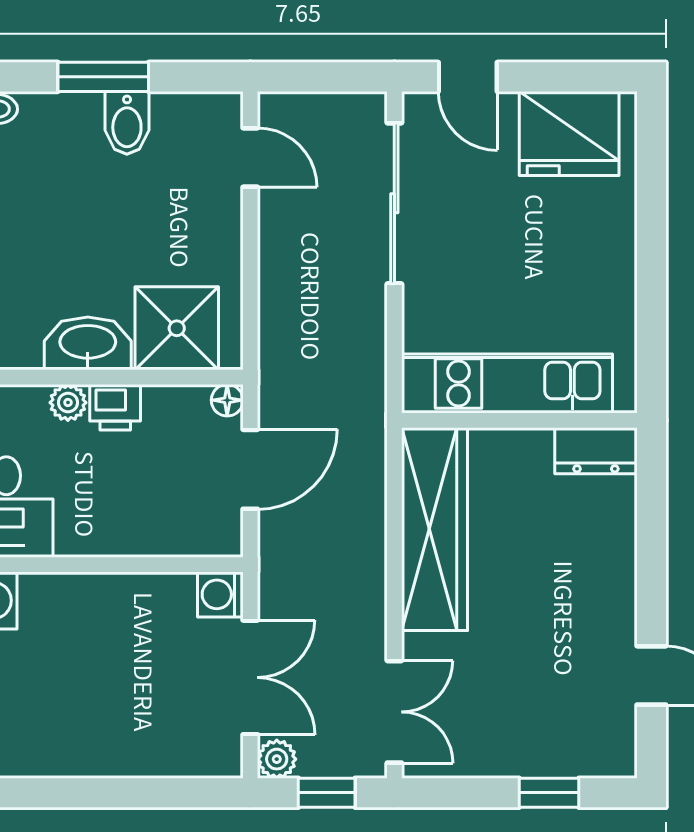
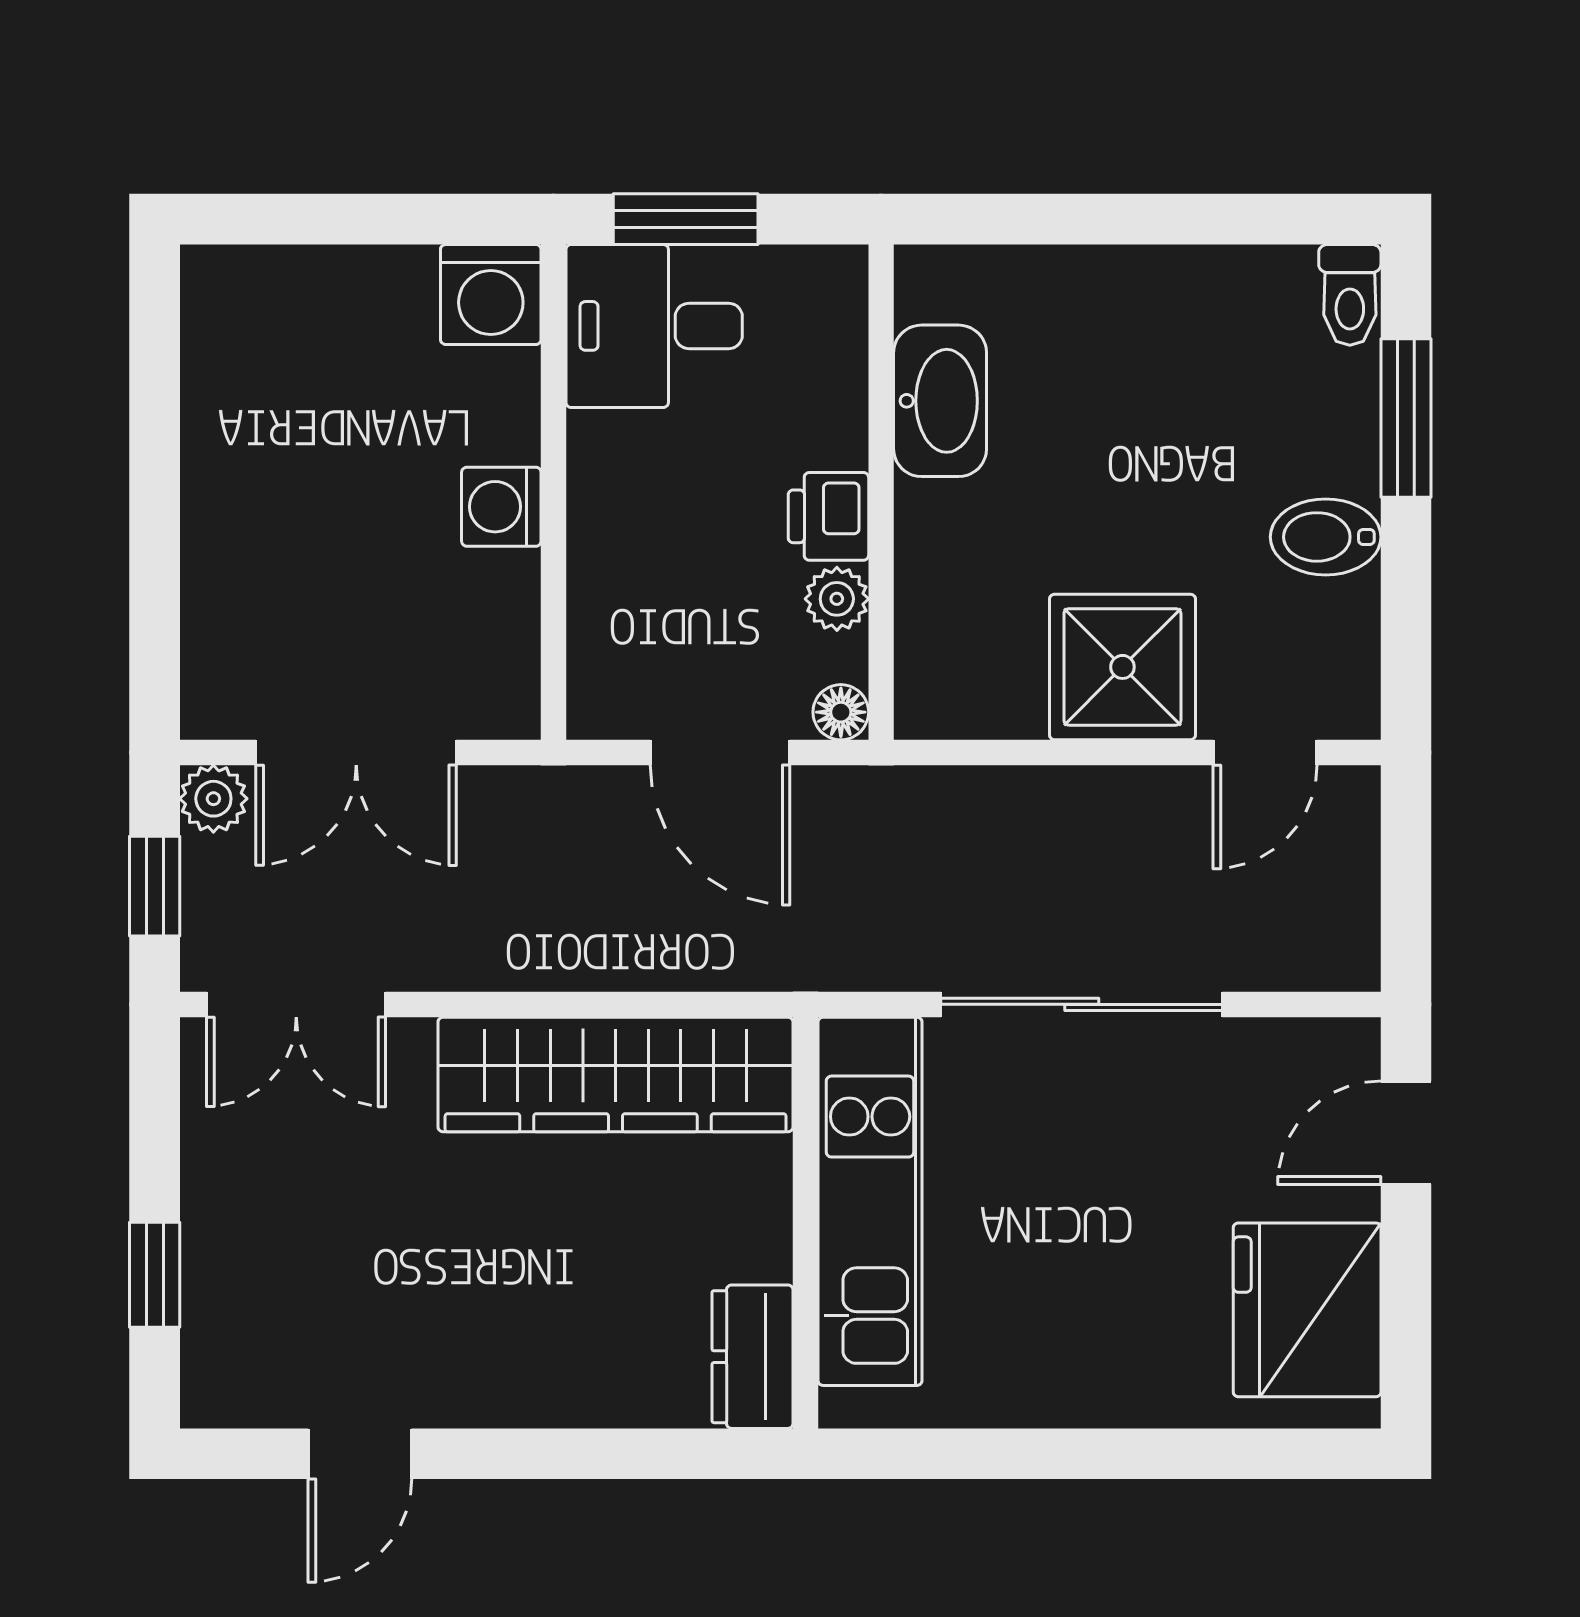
window: (103, 77) -> (1406, 418), moved
sliding door: (394, 203) -> (1082, 1004), moved
shower: (177, 328) -> (1122, 667), moved
washbasin: (88, 343) -> (940, 401), moved
plant: (68, 403) -> (837, 599), moved
washing machine: (220, 594) -> (501, 507), moved, turned -90

